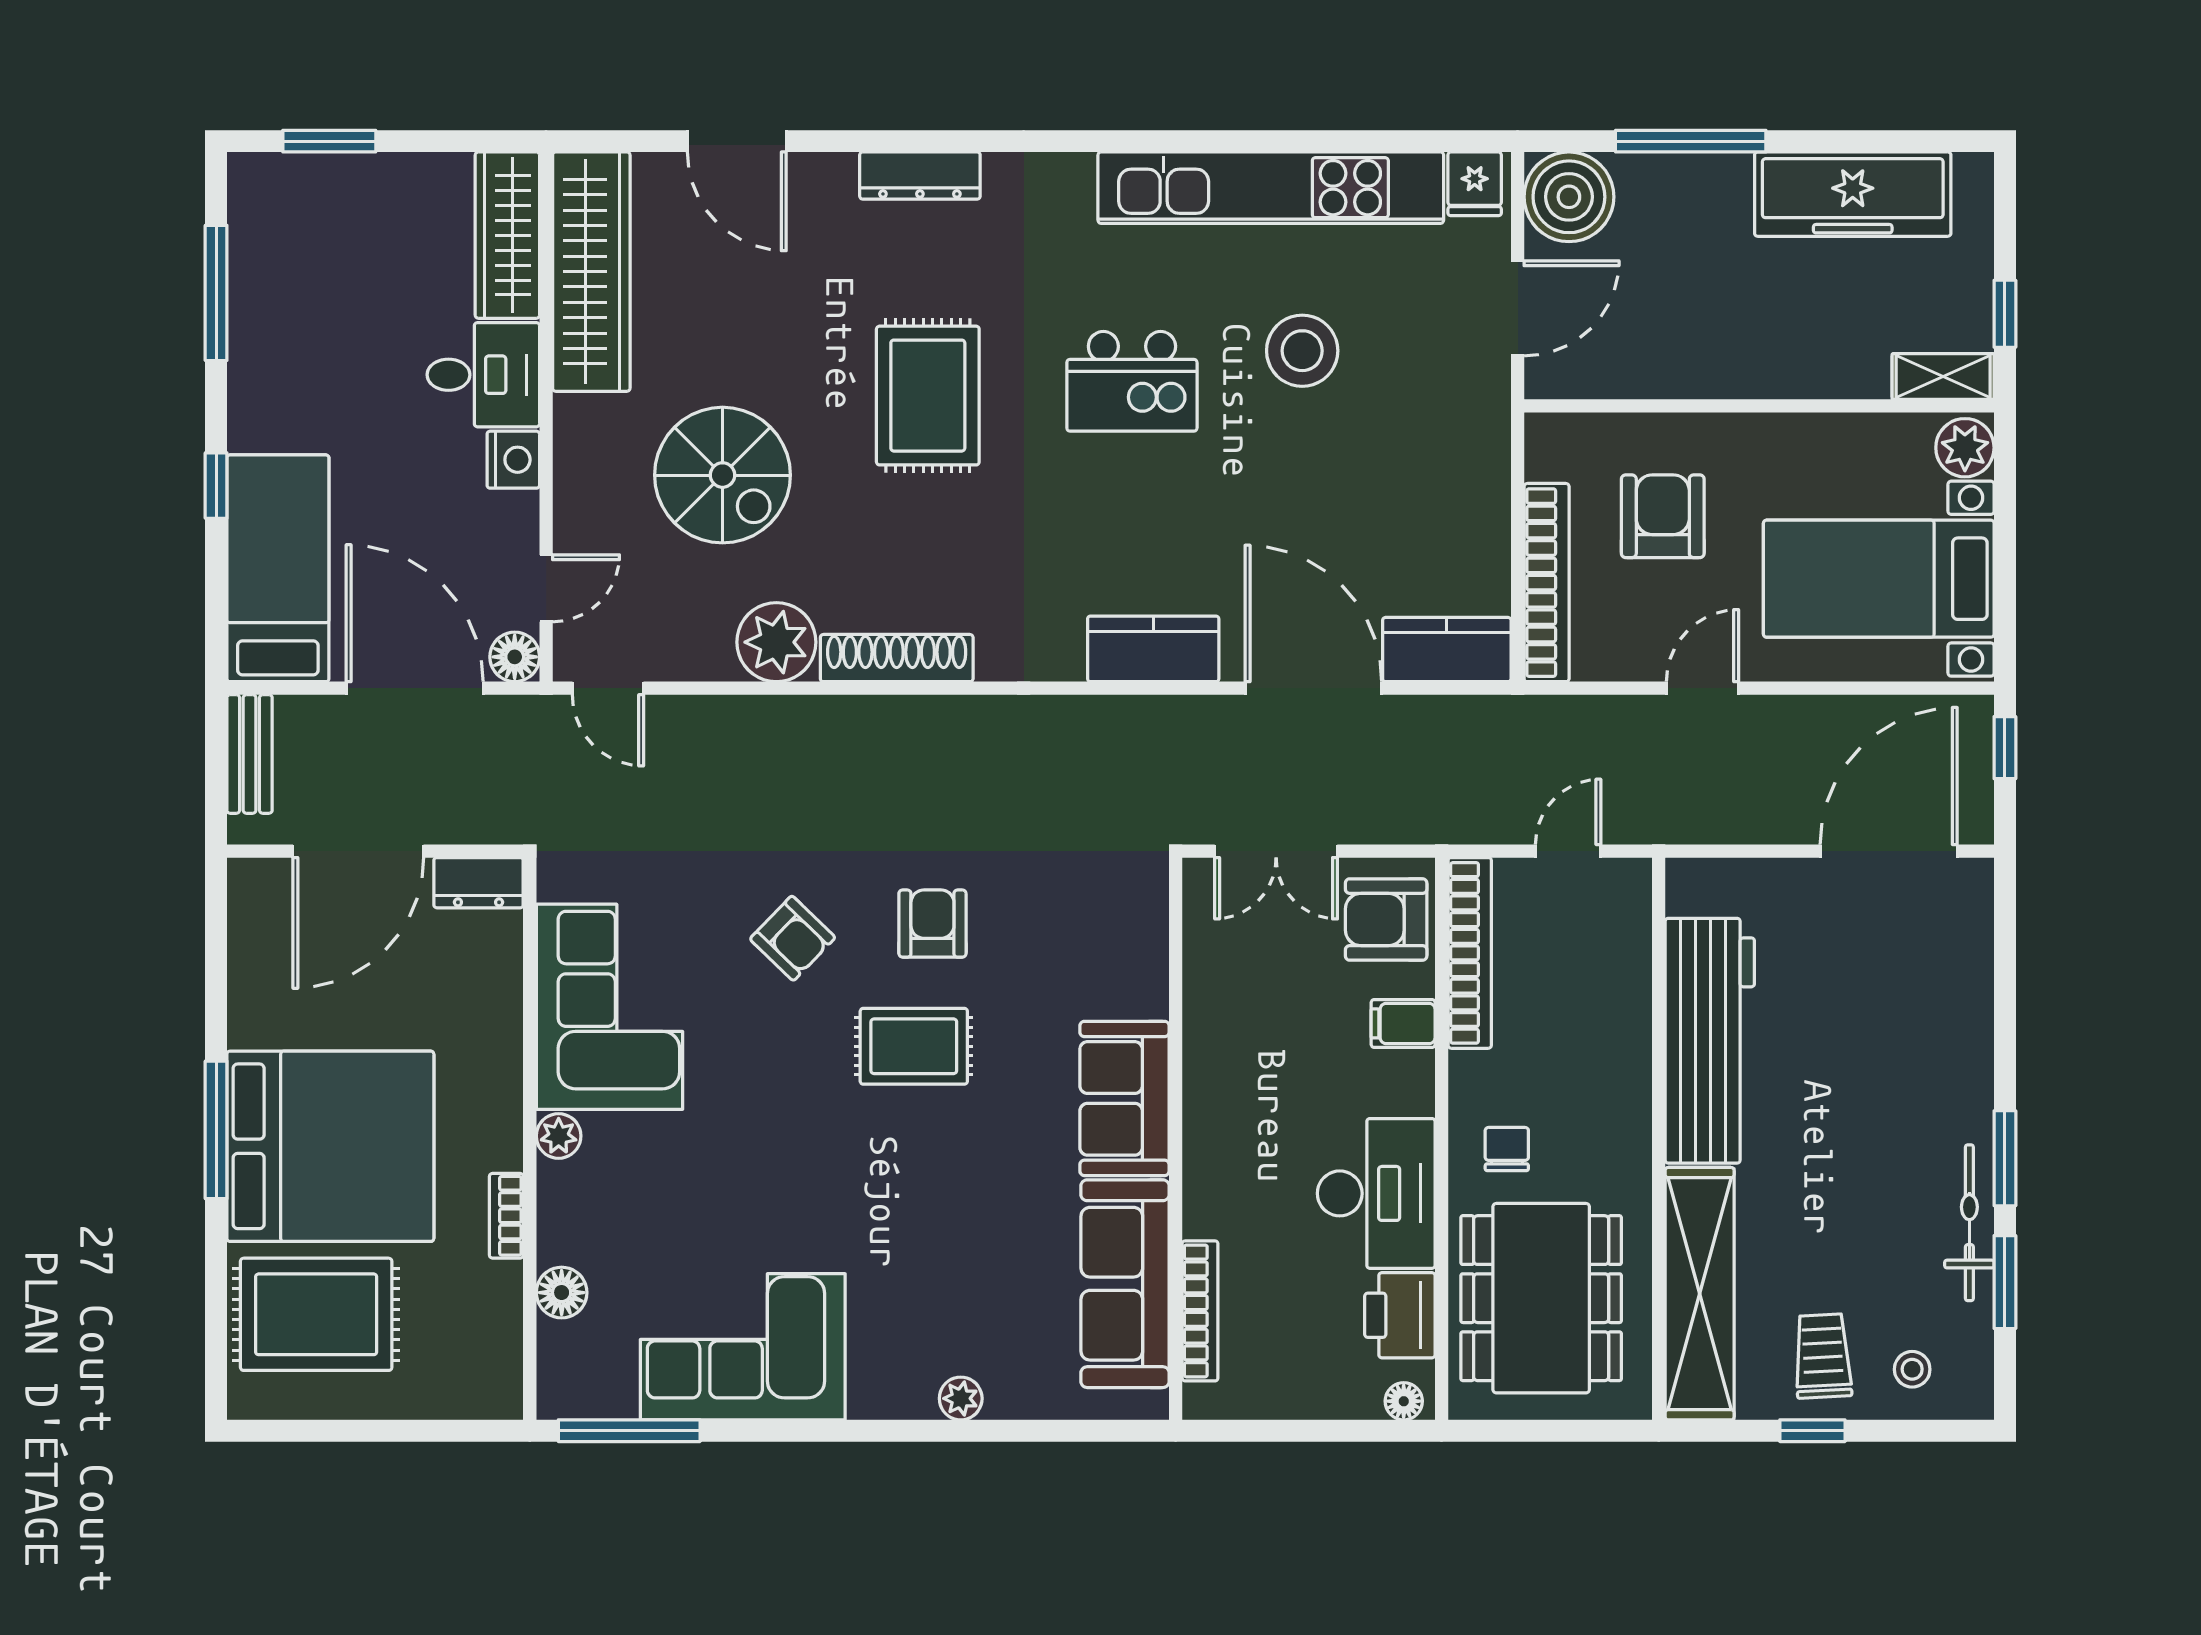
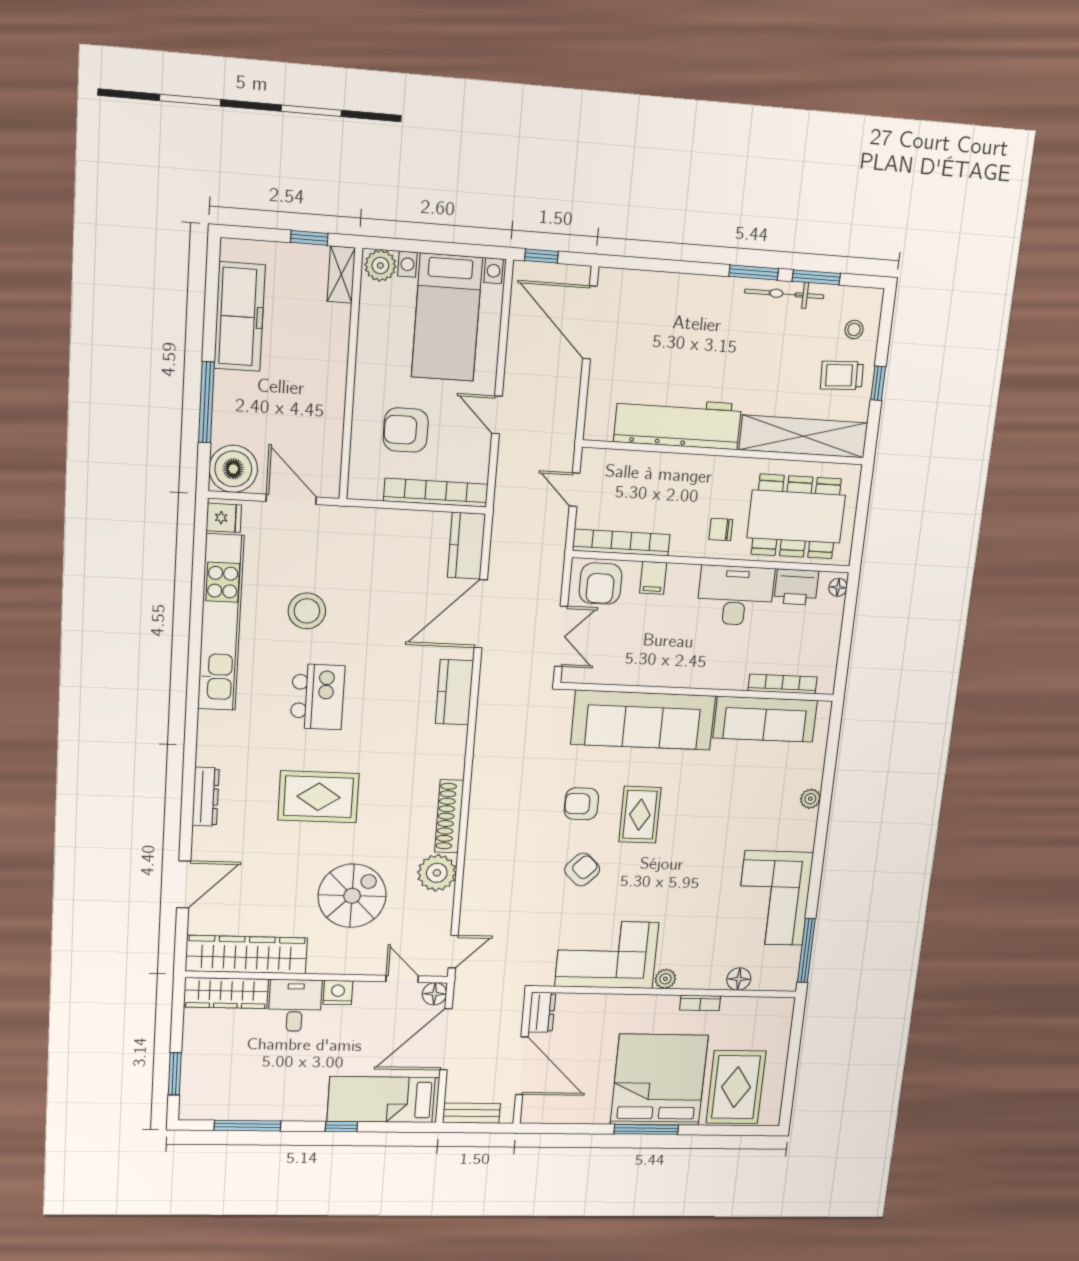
sofa: (1125, 1098) -> (643, 720), width x1.85, depth x1.27

